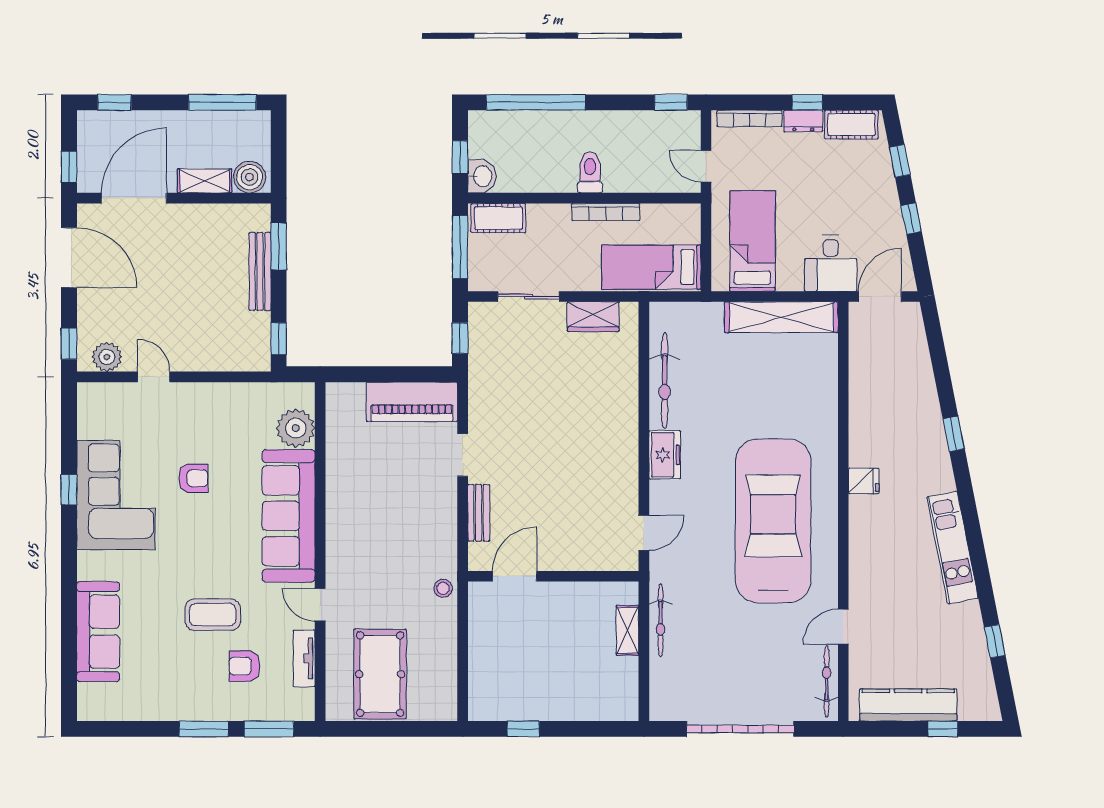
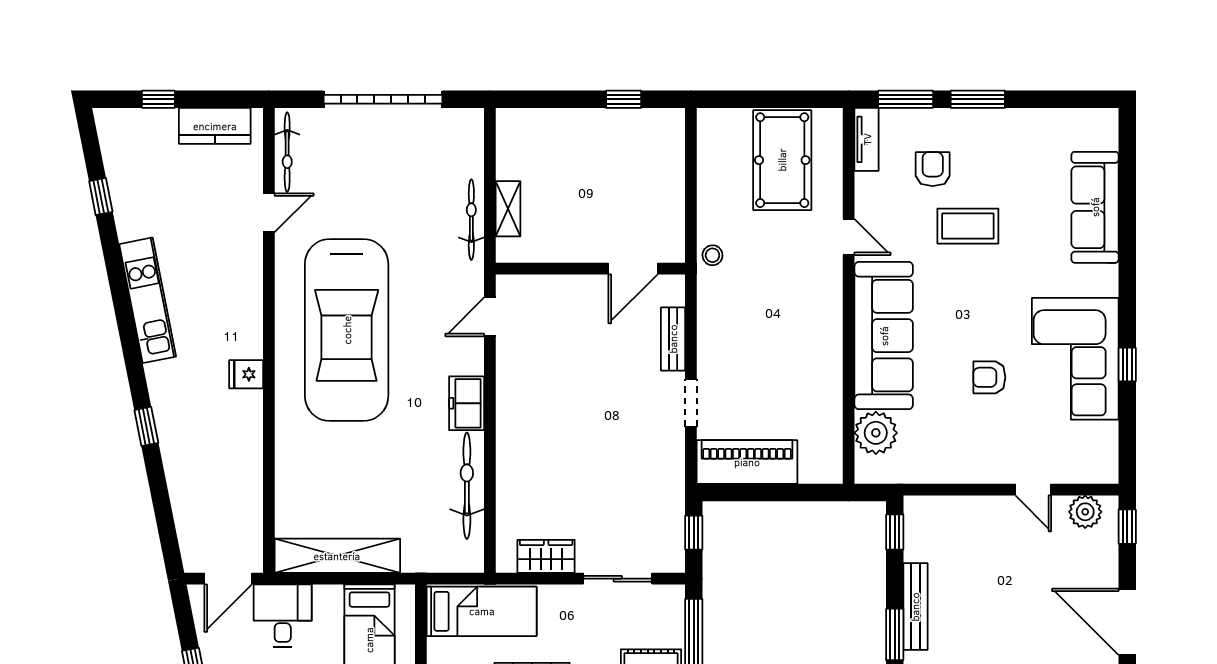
tv unit: (304, 658) -> (867, 139), moved
armchair: (244, 666) -> (933, 169), turned -90
kitchen counter: (908, 705) -> (215, 126), width x0.67

